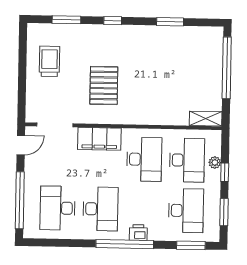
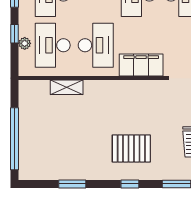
pallet: (104, 86) -> (131, 148), moved, turned 90
shelving: (206, 119) -> (67, 87), moved
desk: (144, 159) -> (96, 45), turned 180

